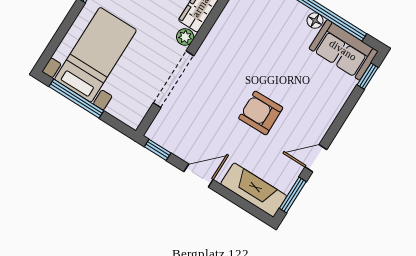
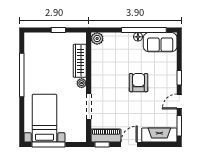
window: (368, 76) -> (179, 78), moved
doorway: (174, 79) -> (89, 107), width x0.73
armchair: (261, 113) -> (139, 83), moved, turned 91
piano: (172, 140) -> (106, 136), added

